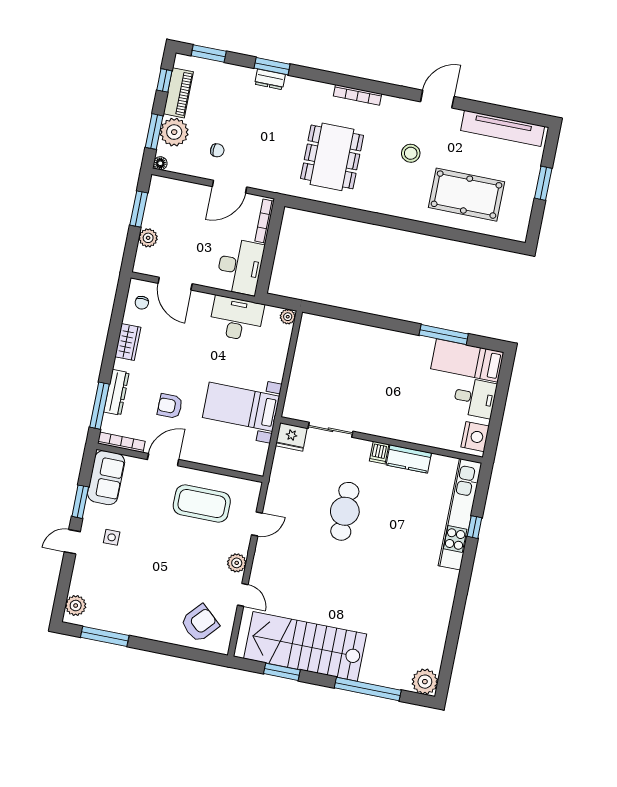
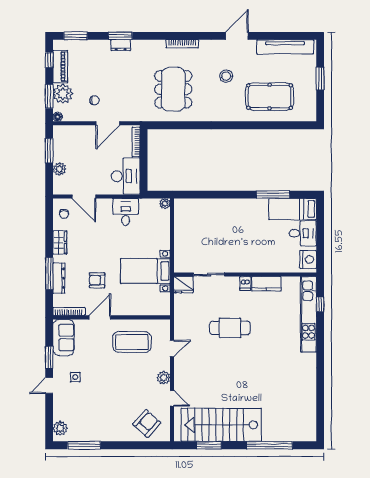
desk: (236, 319) -> (126, 212), width x0.73
window: (99, 406) -> (49, 274), moved
cafe table: (345, 511) -> (230, 328), turned 90
window: (475, 527) -> (320, 304), moved
plant: (425, 682) -> (307, 433), removed

